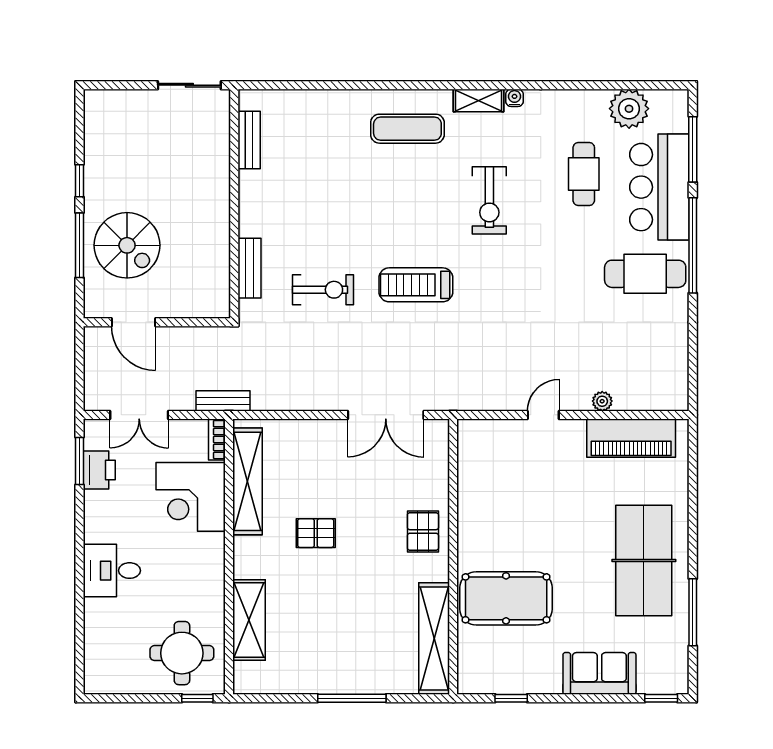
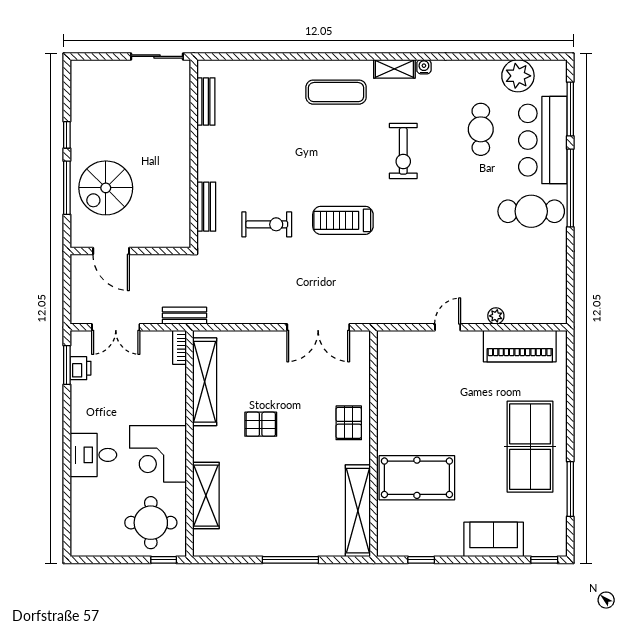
spiral stairs: (127, 245) -> (106, 188), turned 90
printer: (99, 470) -> (80, 368), width x0.73, depth x0.81
corner desk: (191, 497) -> (158, 454), moved

